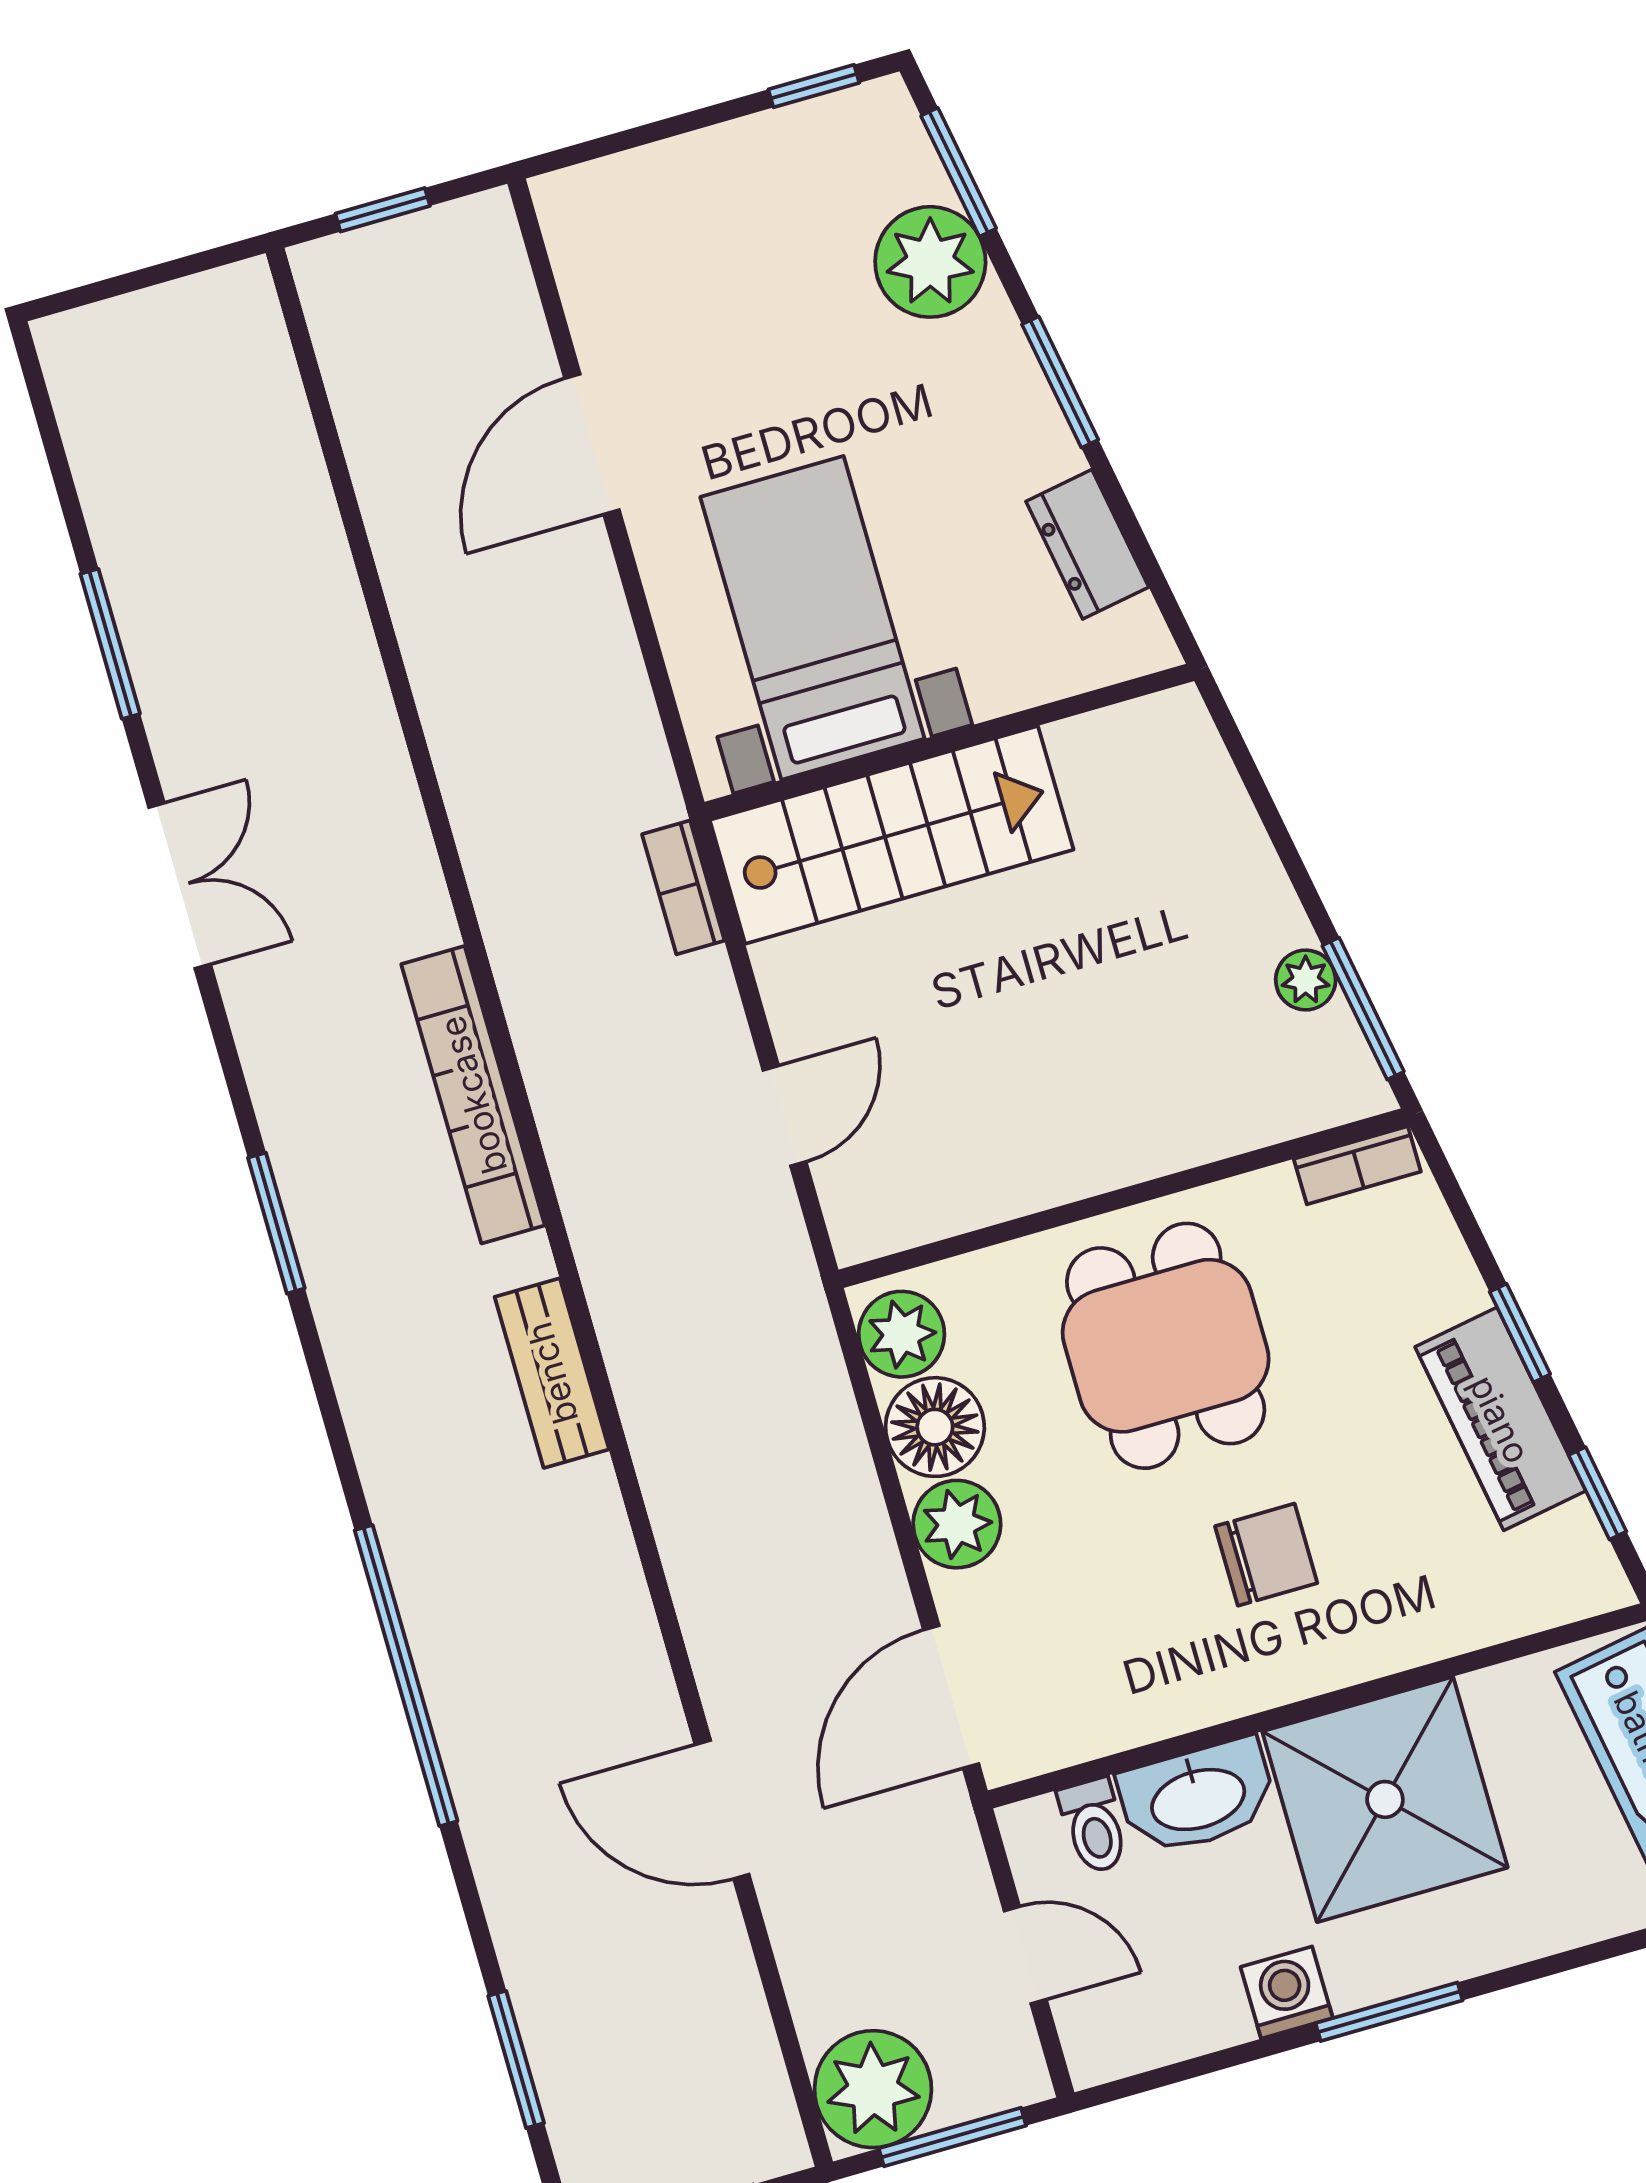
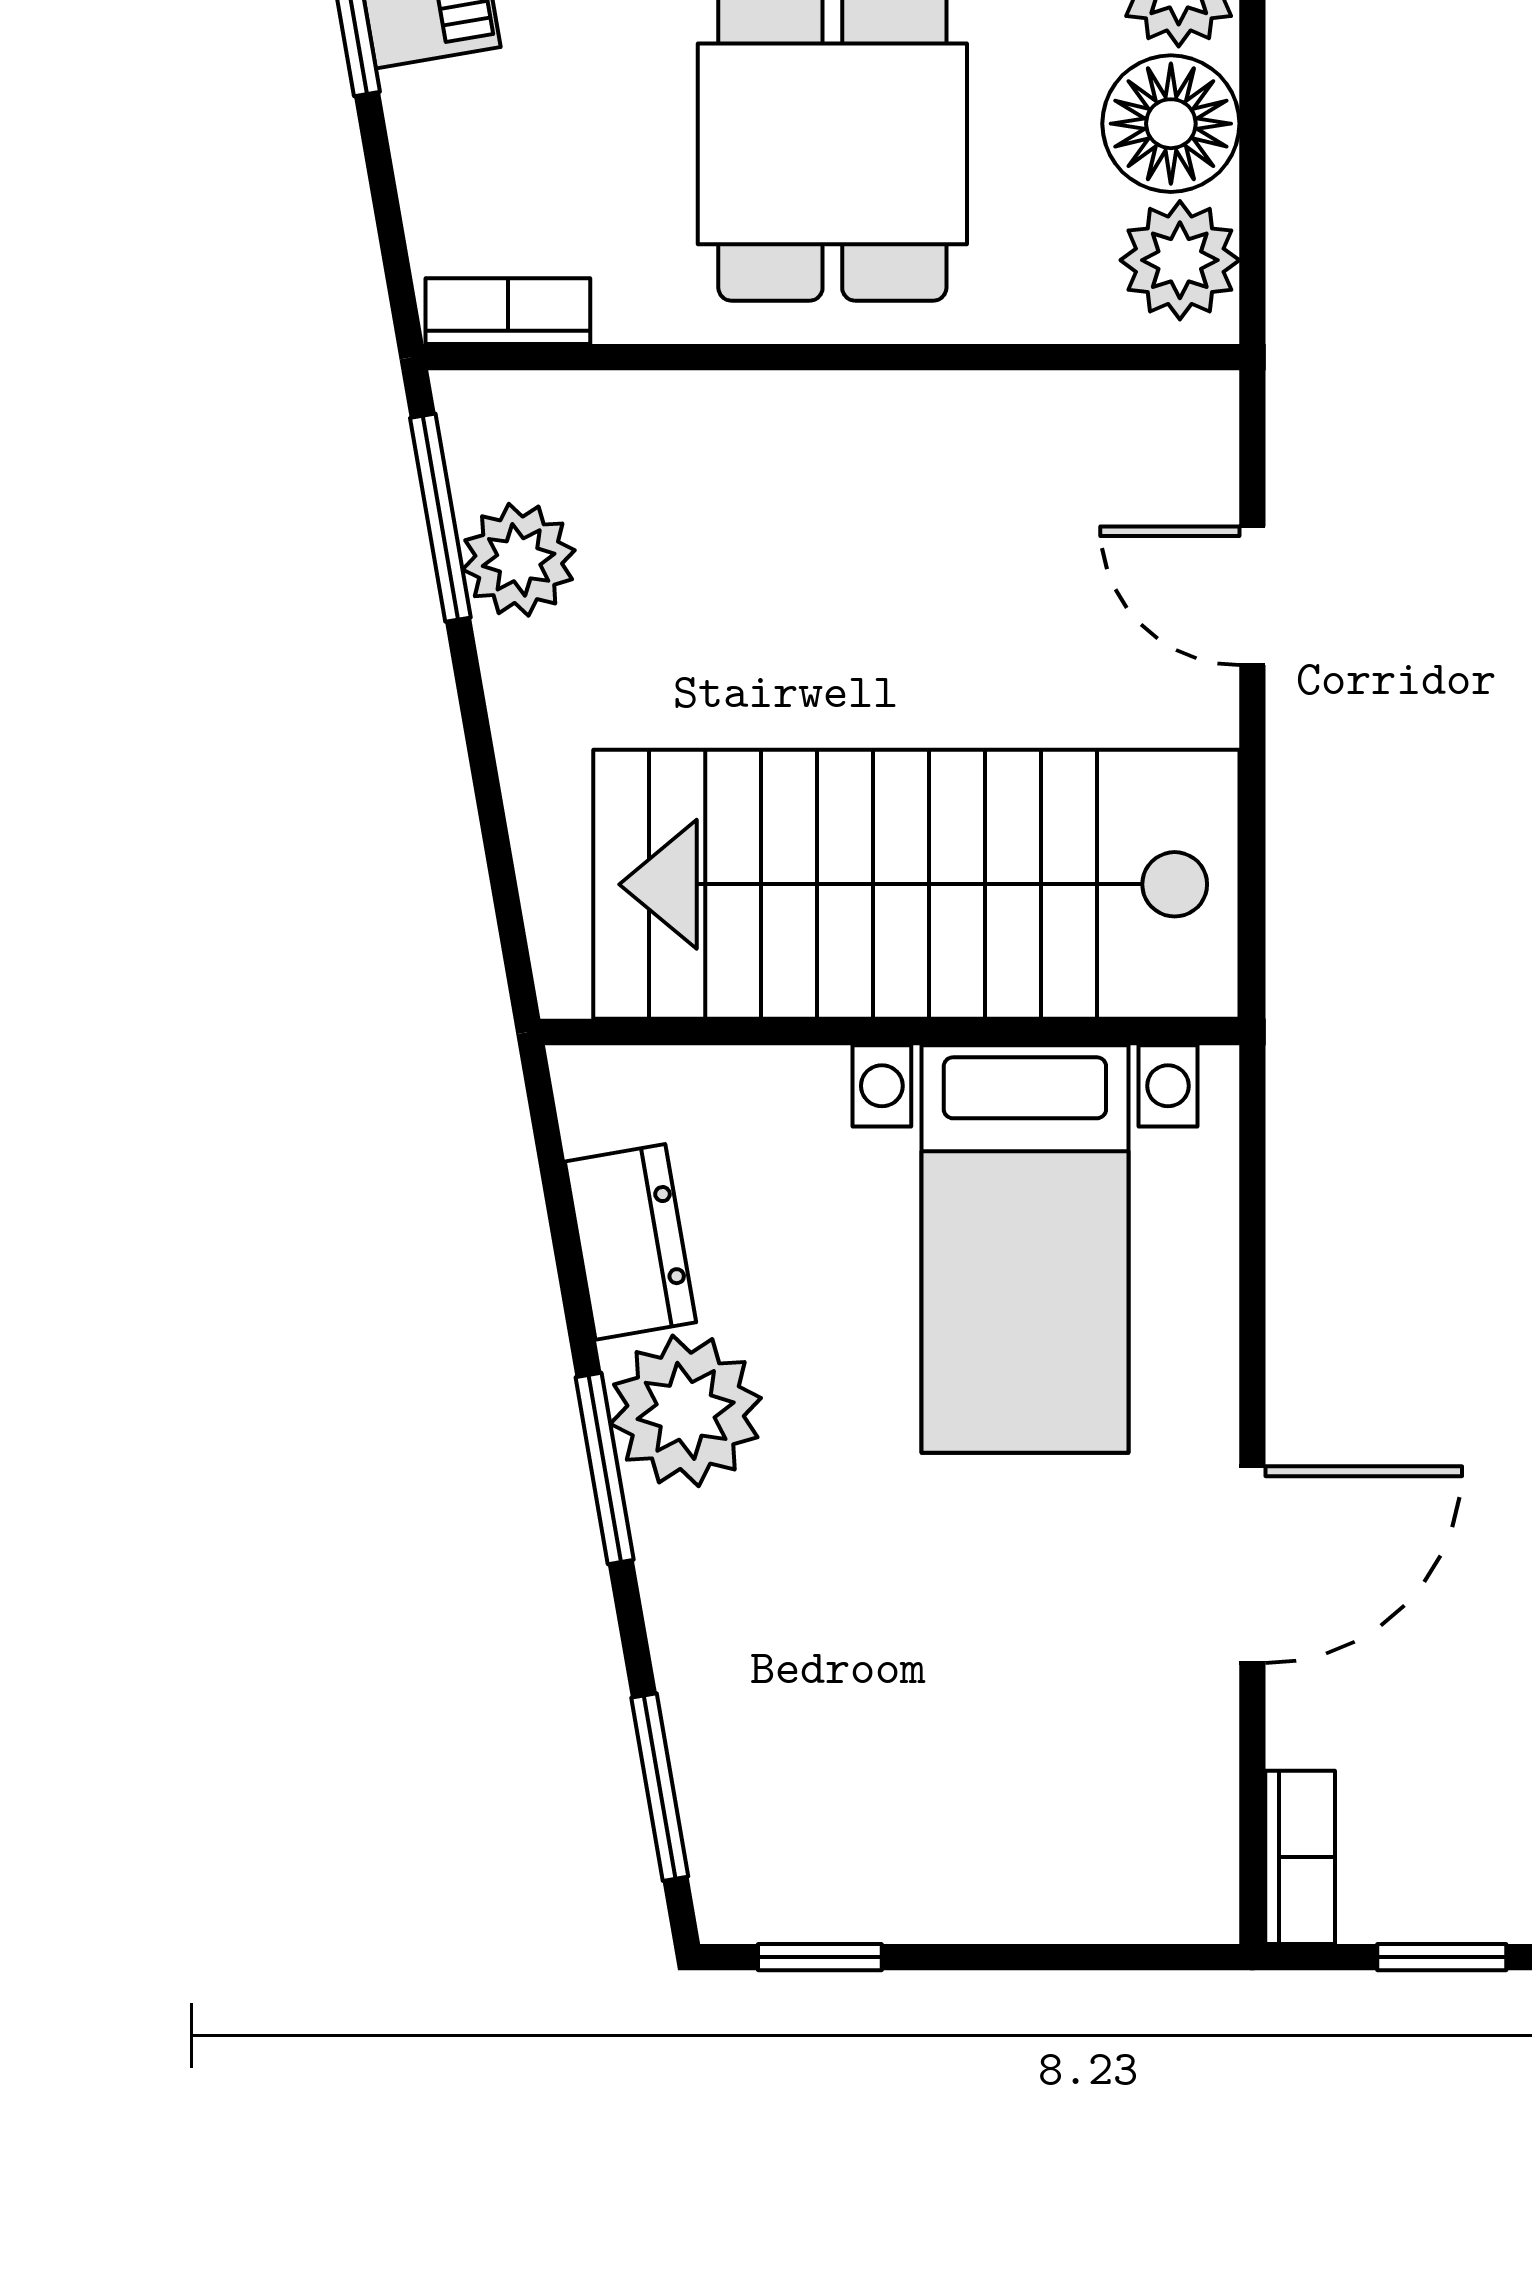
plant: (930, 262) -> (686, 1411), moved
stairs: (892, 835) -> (916, 884), width x1.36, depth x1.51
bookcase: (683, 887) -> (1300, 1857), moved
plant: (1306, 980) -> (519, 560), width x1.38, depth x1.38
door: (785, 1116) -> (1252, 596), hinge flipped

